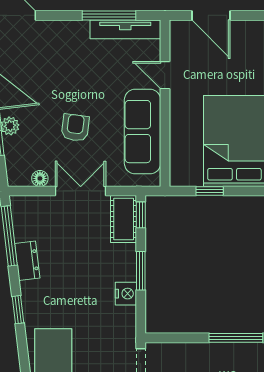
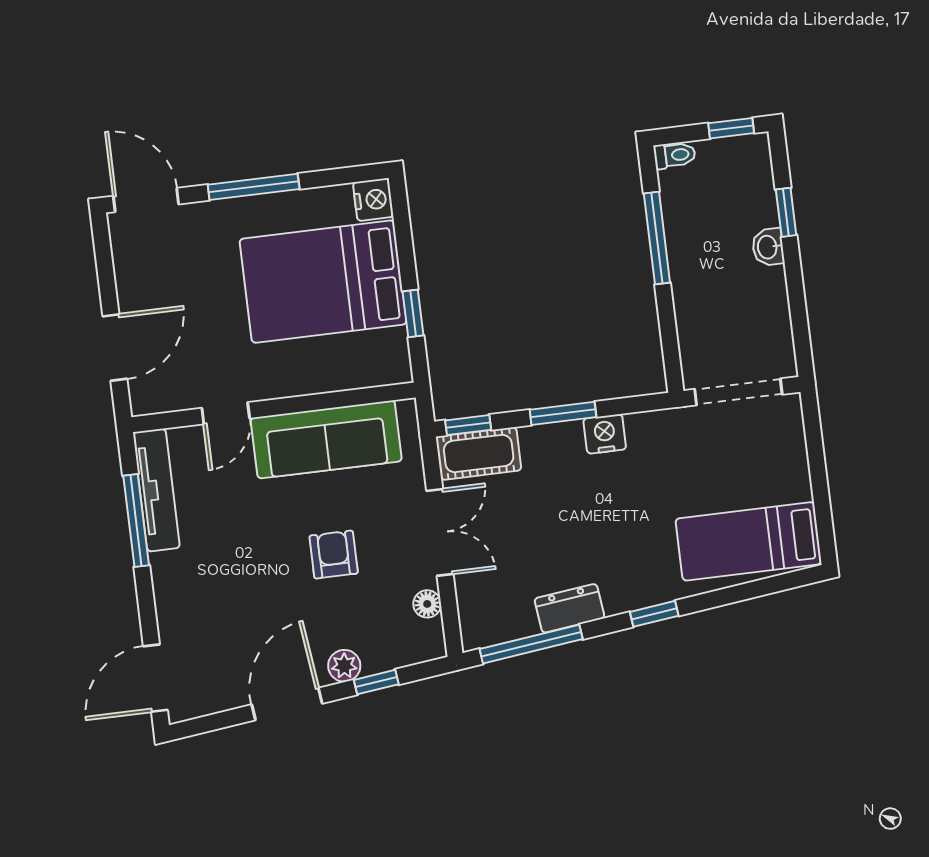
armchair: (75, 128) -> (334, 555), turned 83
double door: (81, 191) -> (440, 532), swing flipped

